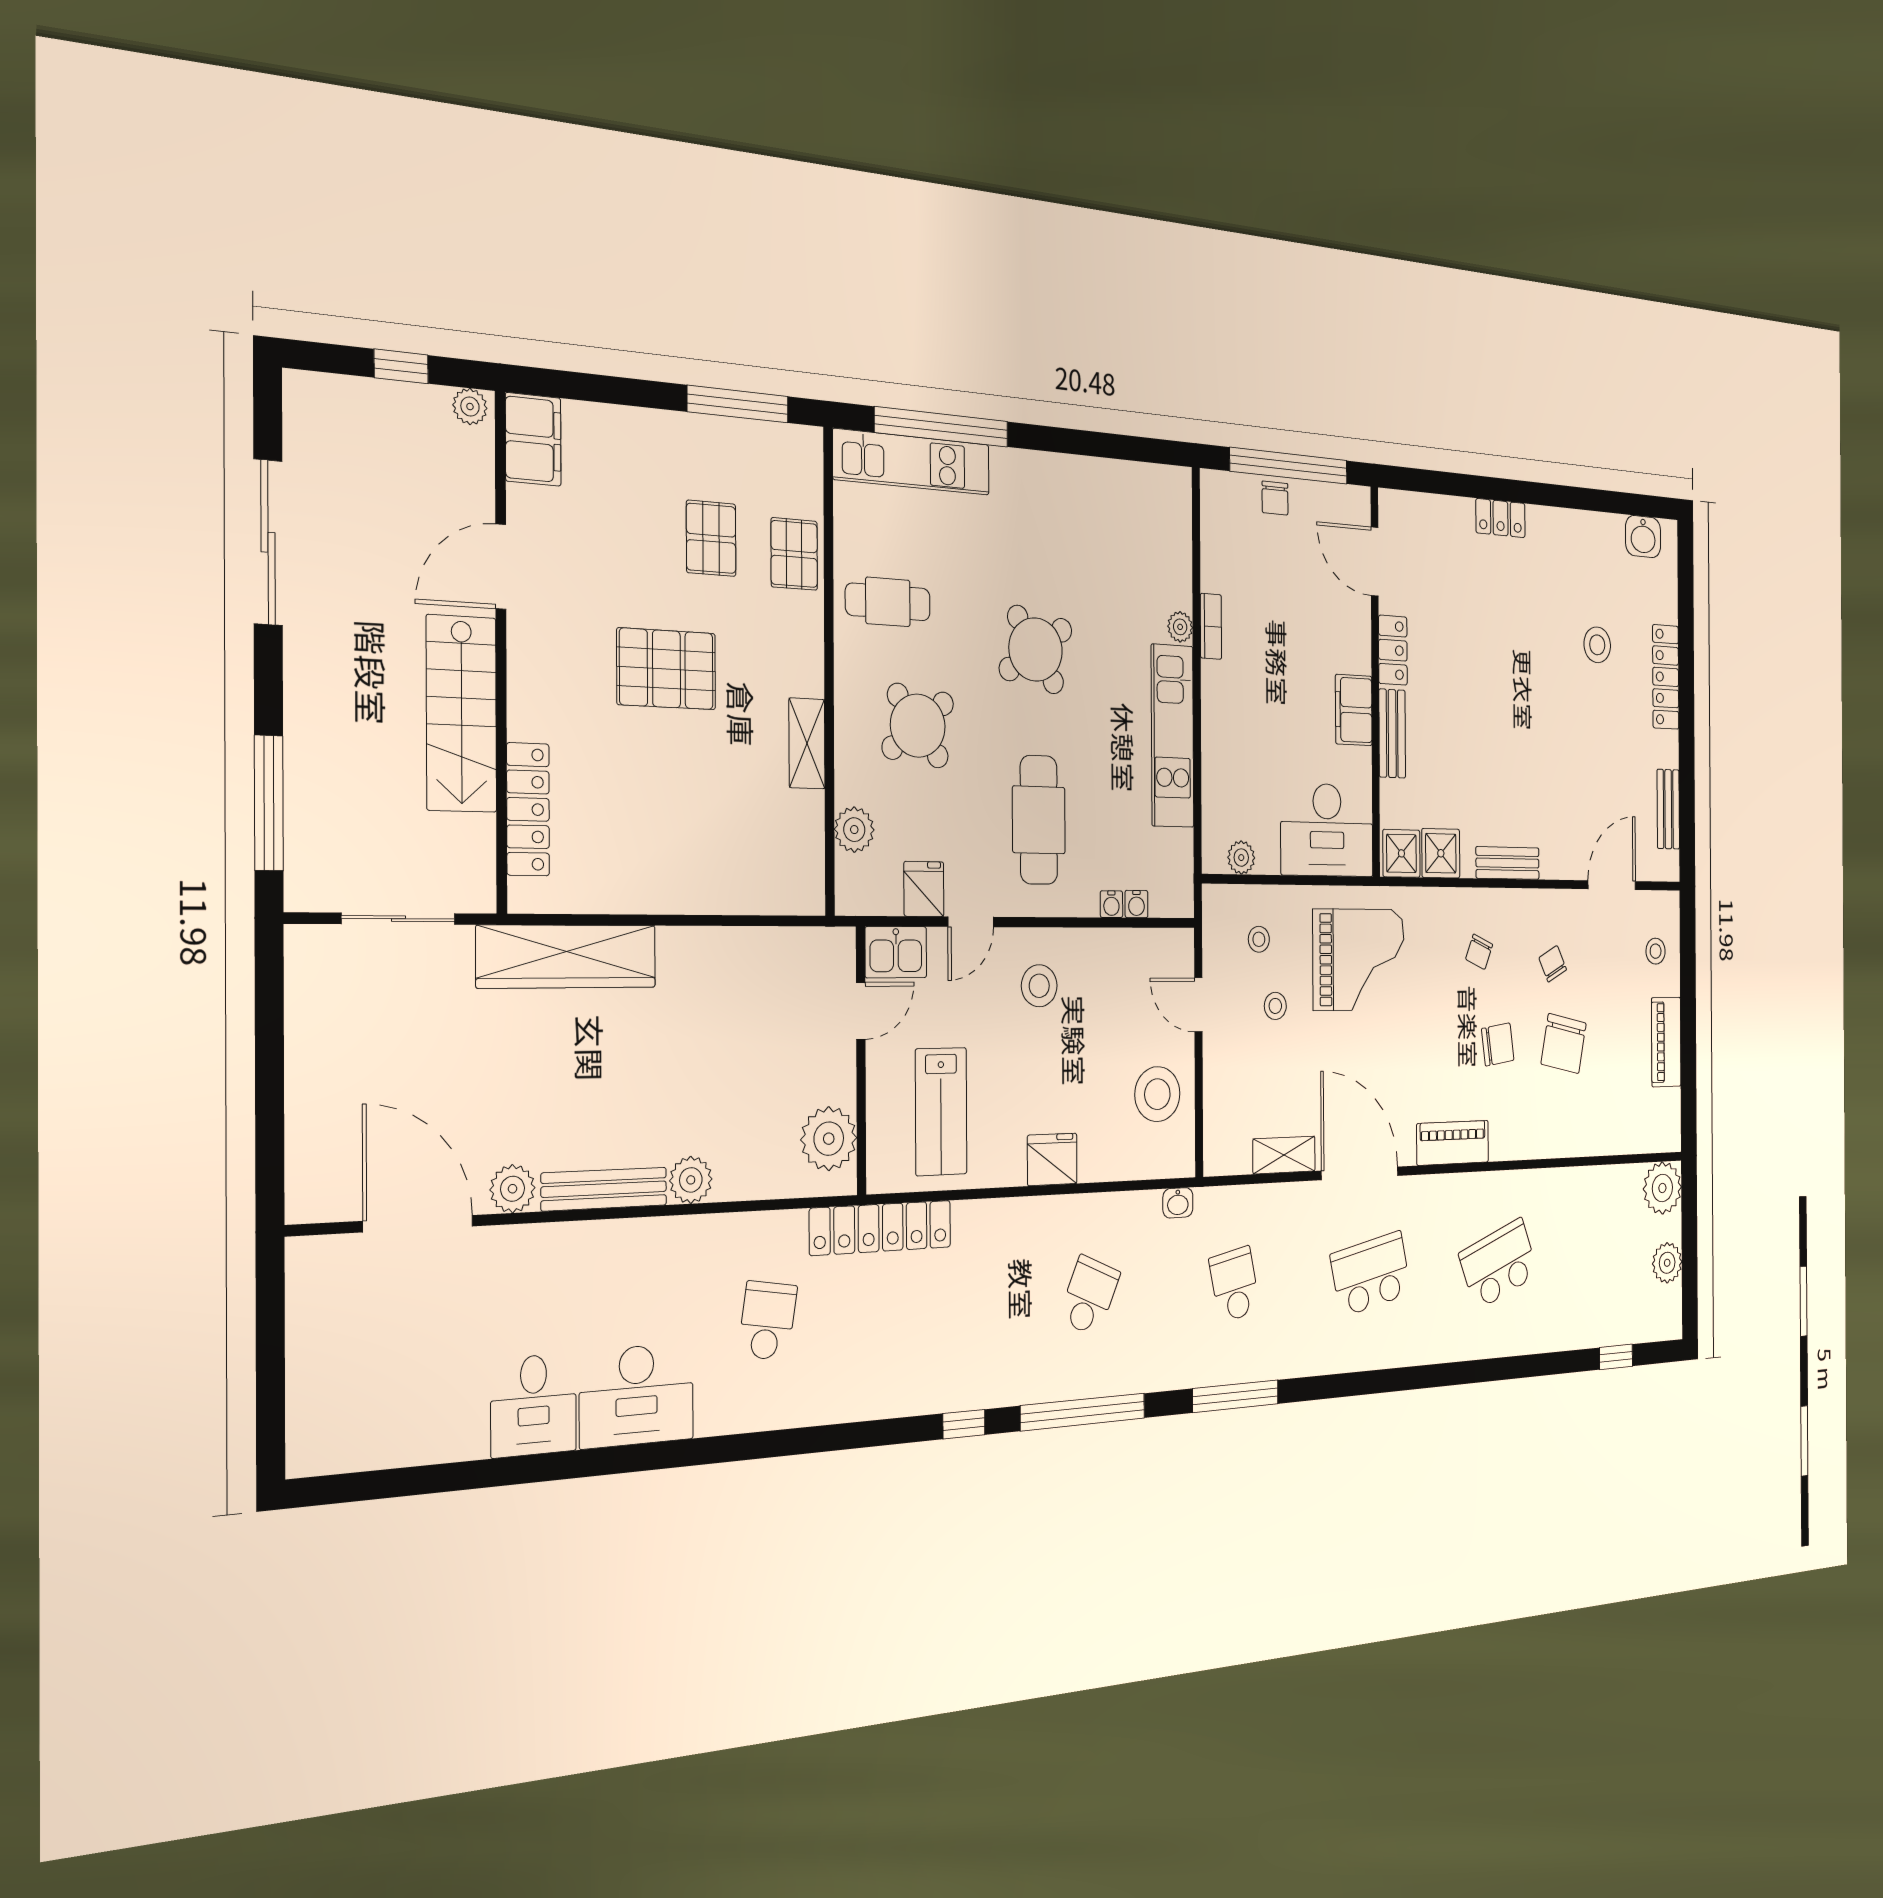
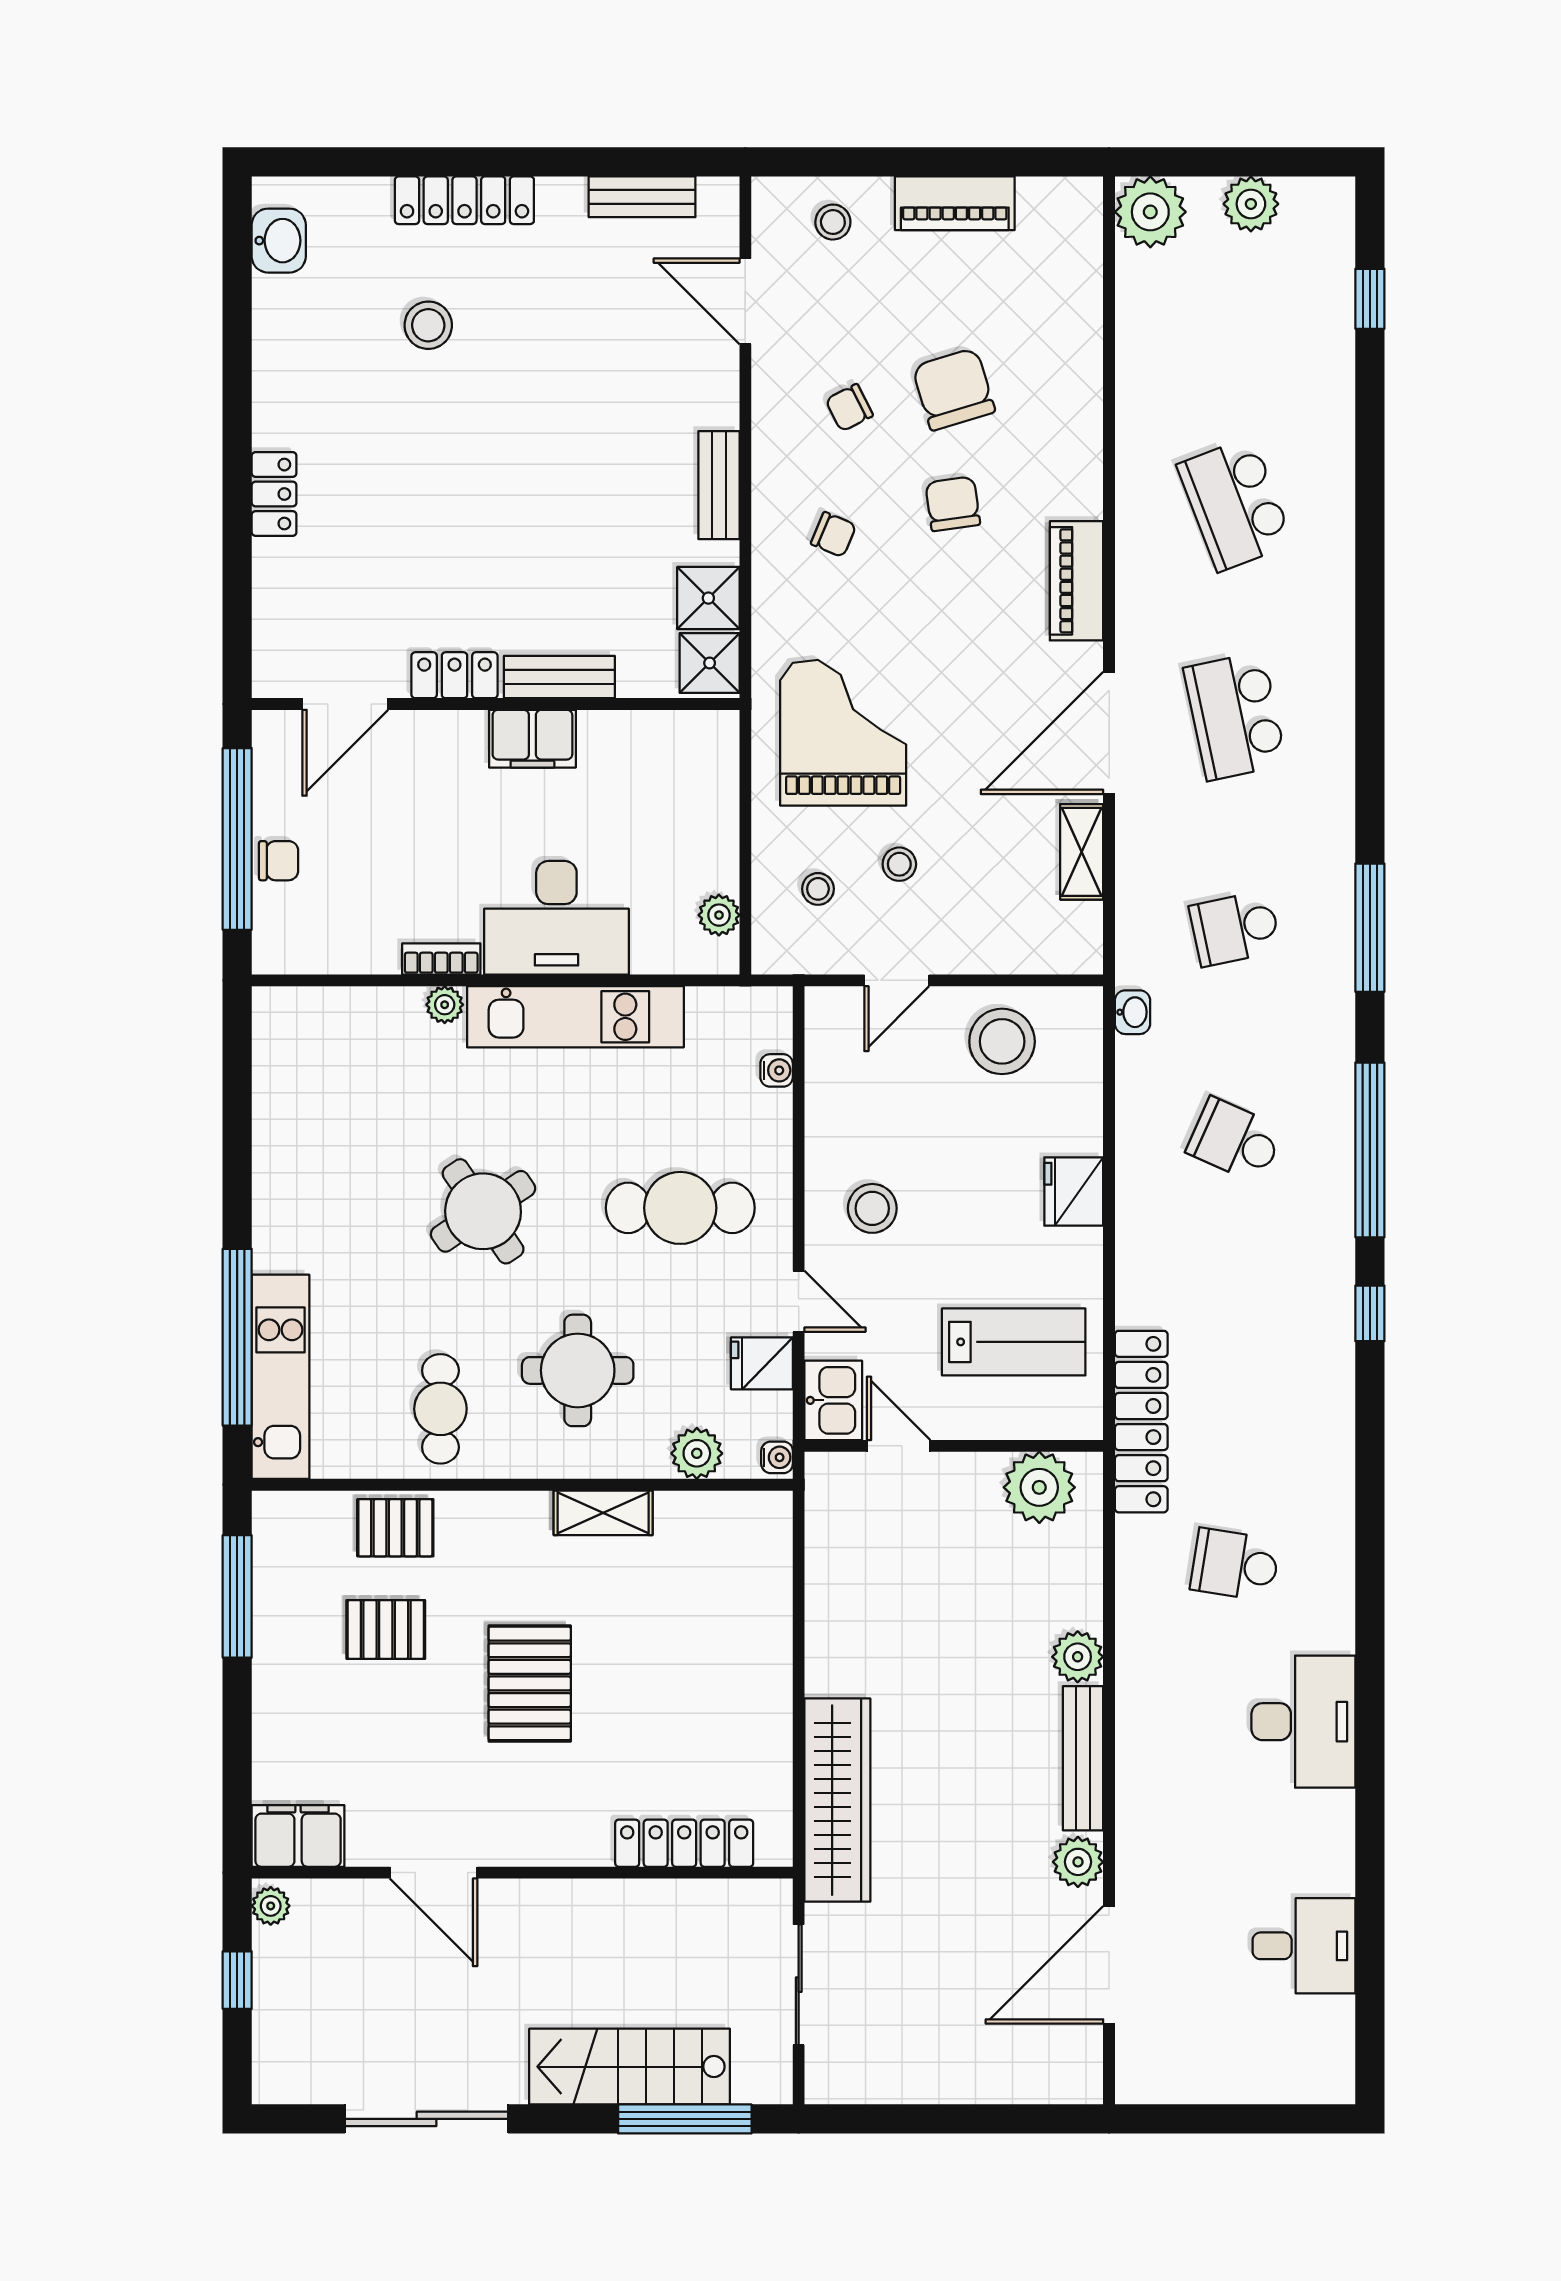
stairs: (461, 714) -> (630, 2067), moved, turned 180
round table: (918, 726) -> (578, 1370), turned 38
desk: (1327, 830) -> (556, 918), moved, turned 90
water cooler: (1111, 904) -> (777, 1457), moved
chair: (1564, 1044) -> (954, 389), turned -119
desk: (534, 1405) -> (1304, 1946), moved

